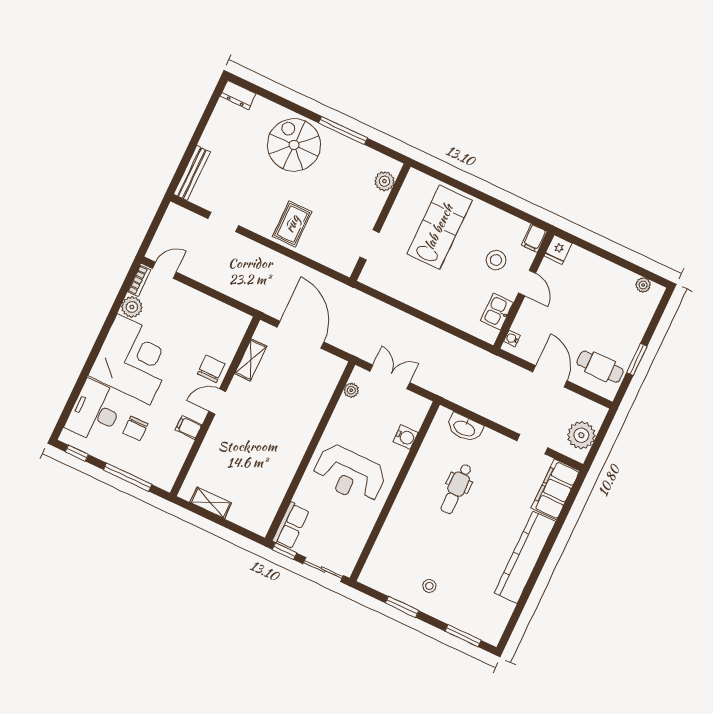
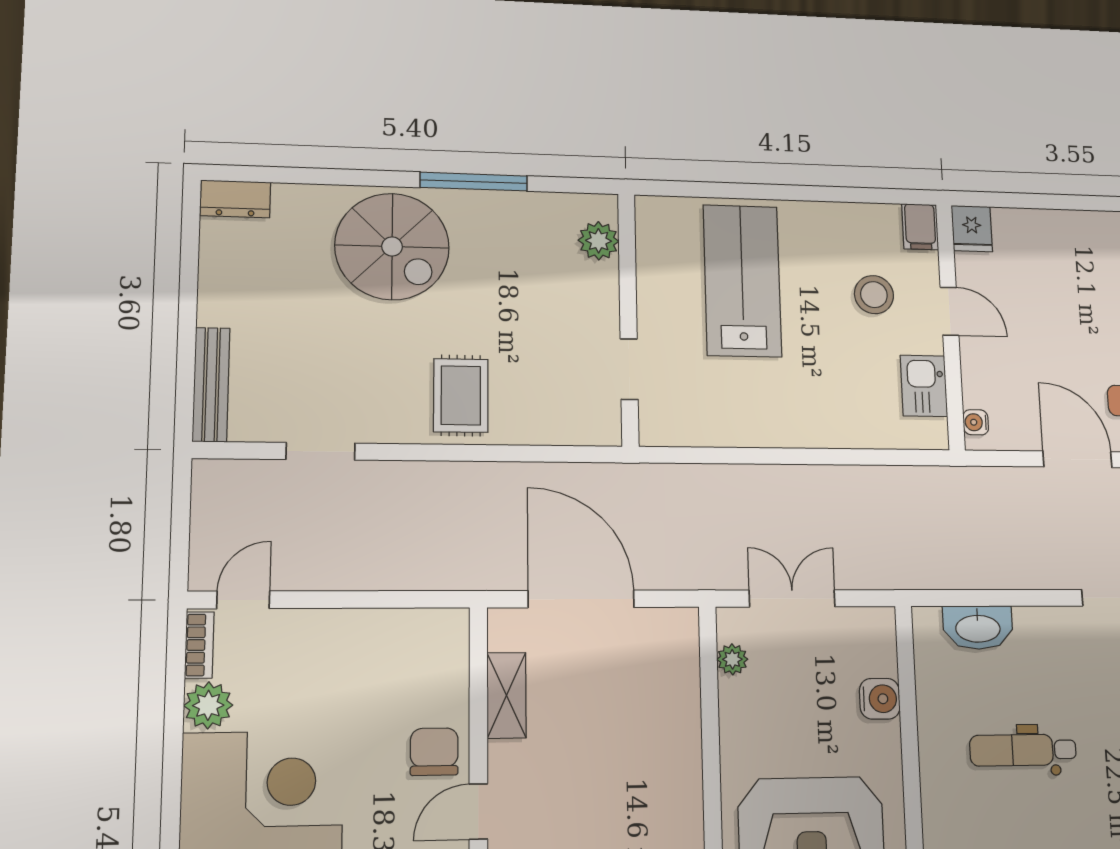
spiral stairs: (294, 145) -> (392, 246), turned 180
dental chair: (456, 489) -> (1023, 750), turned 90

